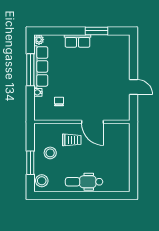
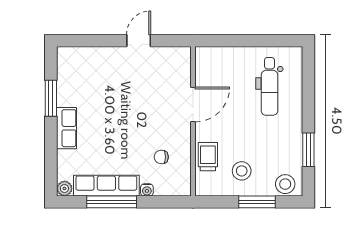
trolley: (72, 140) -> (208, 157), moved
dental chair: (84, 182) -> (269, 86), moved
window: (64, 196) -> (308, 150), added

